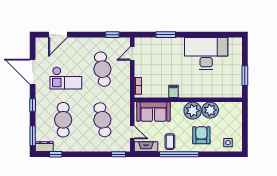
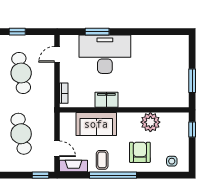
window: (112, 35) -> (17, 32), moved
desk: (206, 53) -> (105, 54), moved
filing cabinet: (174, 91) -> (106, 100), width x2.00
plant: (193, 111) -> (129, 123), removed
sofa: (154, 112) -> (96, 124), moved
window: (245, 116) -> (192, 130), added

